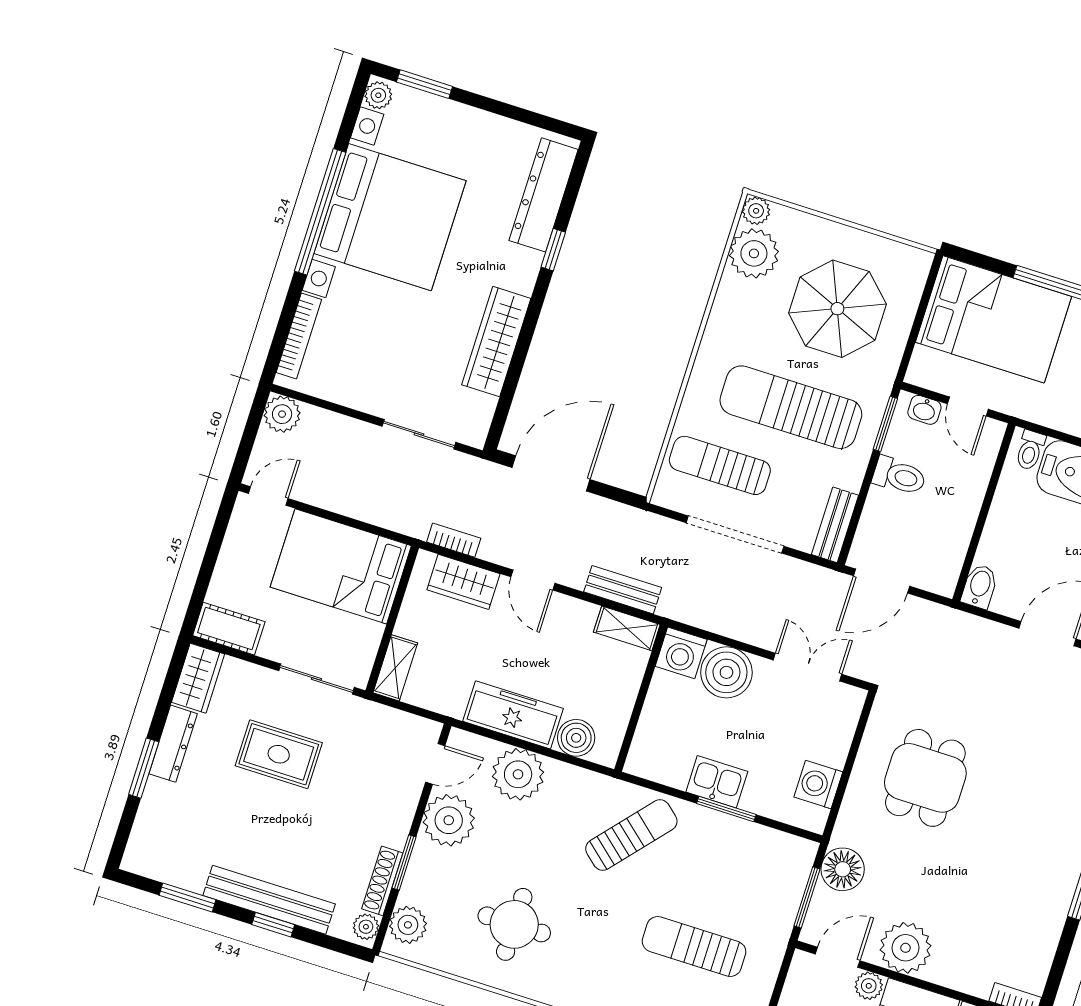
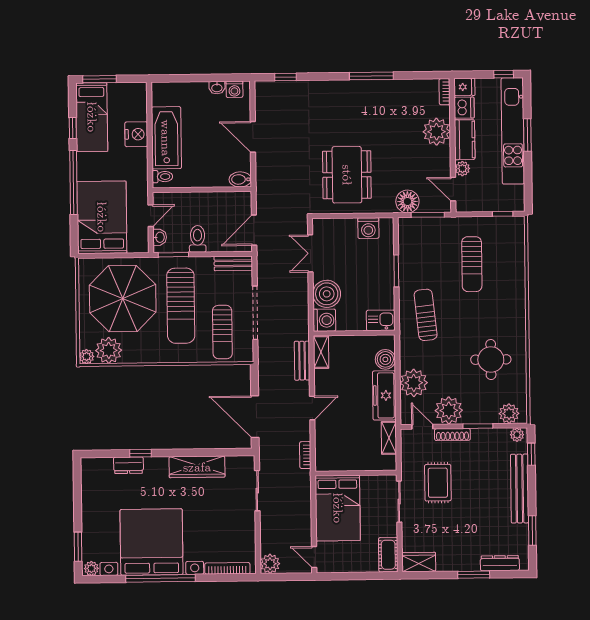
dresser: (544, 195) -> (128, 465), width x0.51, depth x0.80
parasol: (837, 309) -> (123, 299), width x1.36, depth x1.36
door: (882, 581) -> (254, 230), swing flipped
wardrobe: (463, 582) -> (325, 443), removed
shelving: (395, 668) -> (389, 438), moved, turned 90
dresser: (173, 744) -> (500, 563), moved
rug: (279, 754) -> (438, 483), moved
dining table: (925, 778) -> (347, 175), width x1.38
kitchen sink: (717, 782) -> (381, 320), moved, turned 90
sun lounger: (631, 835) -> (426, 315), turned 43
shoe rack: (382, 881) -> (452, 435), moved
window: (273, 925) -> (531, 454), moved
plant: (906, 948) -> (437, 132), moved

